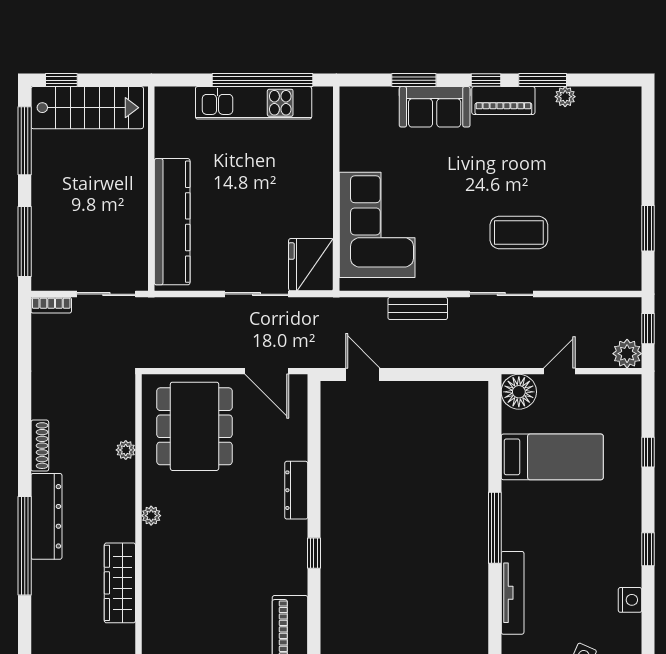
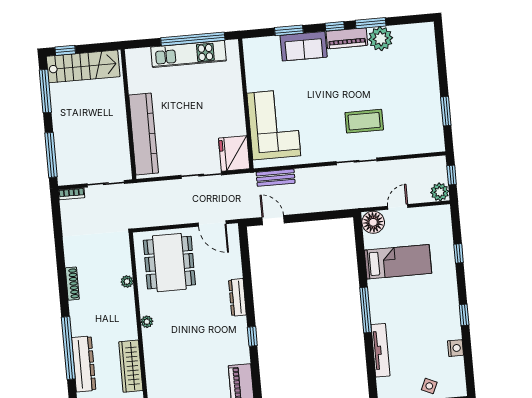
plant: (565, 97) -> (381, 39), width x1.88, depth x1.88
bench: (418, 308) -> (276, 178), moved
dresser: (46, 516) -> (84, 364), moved

